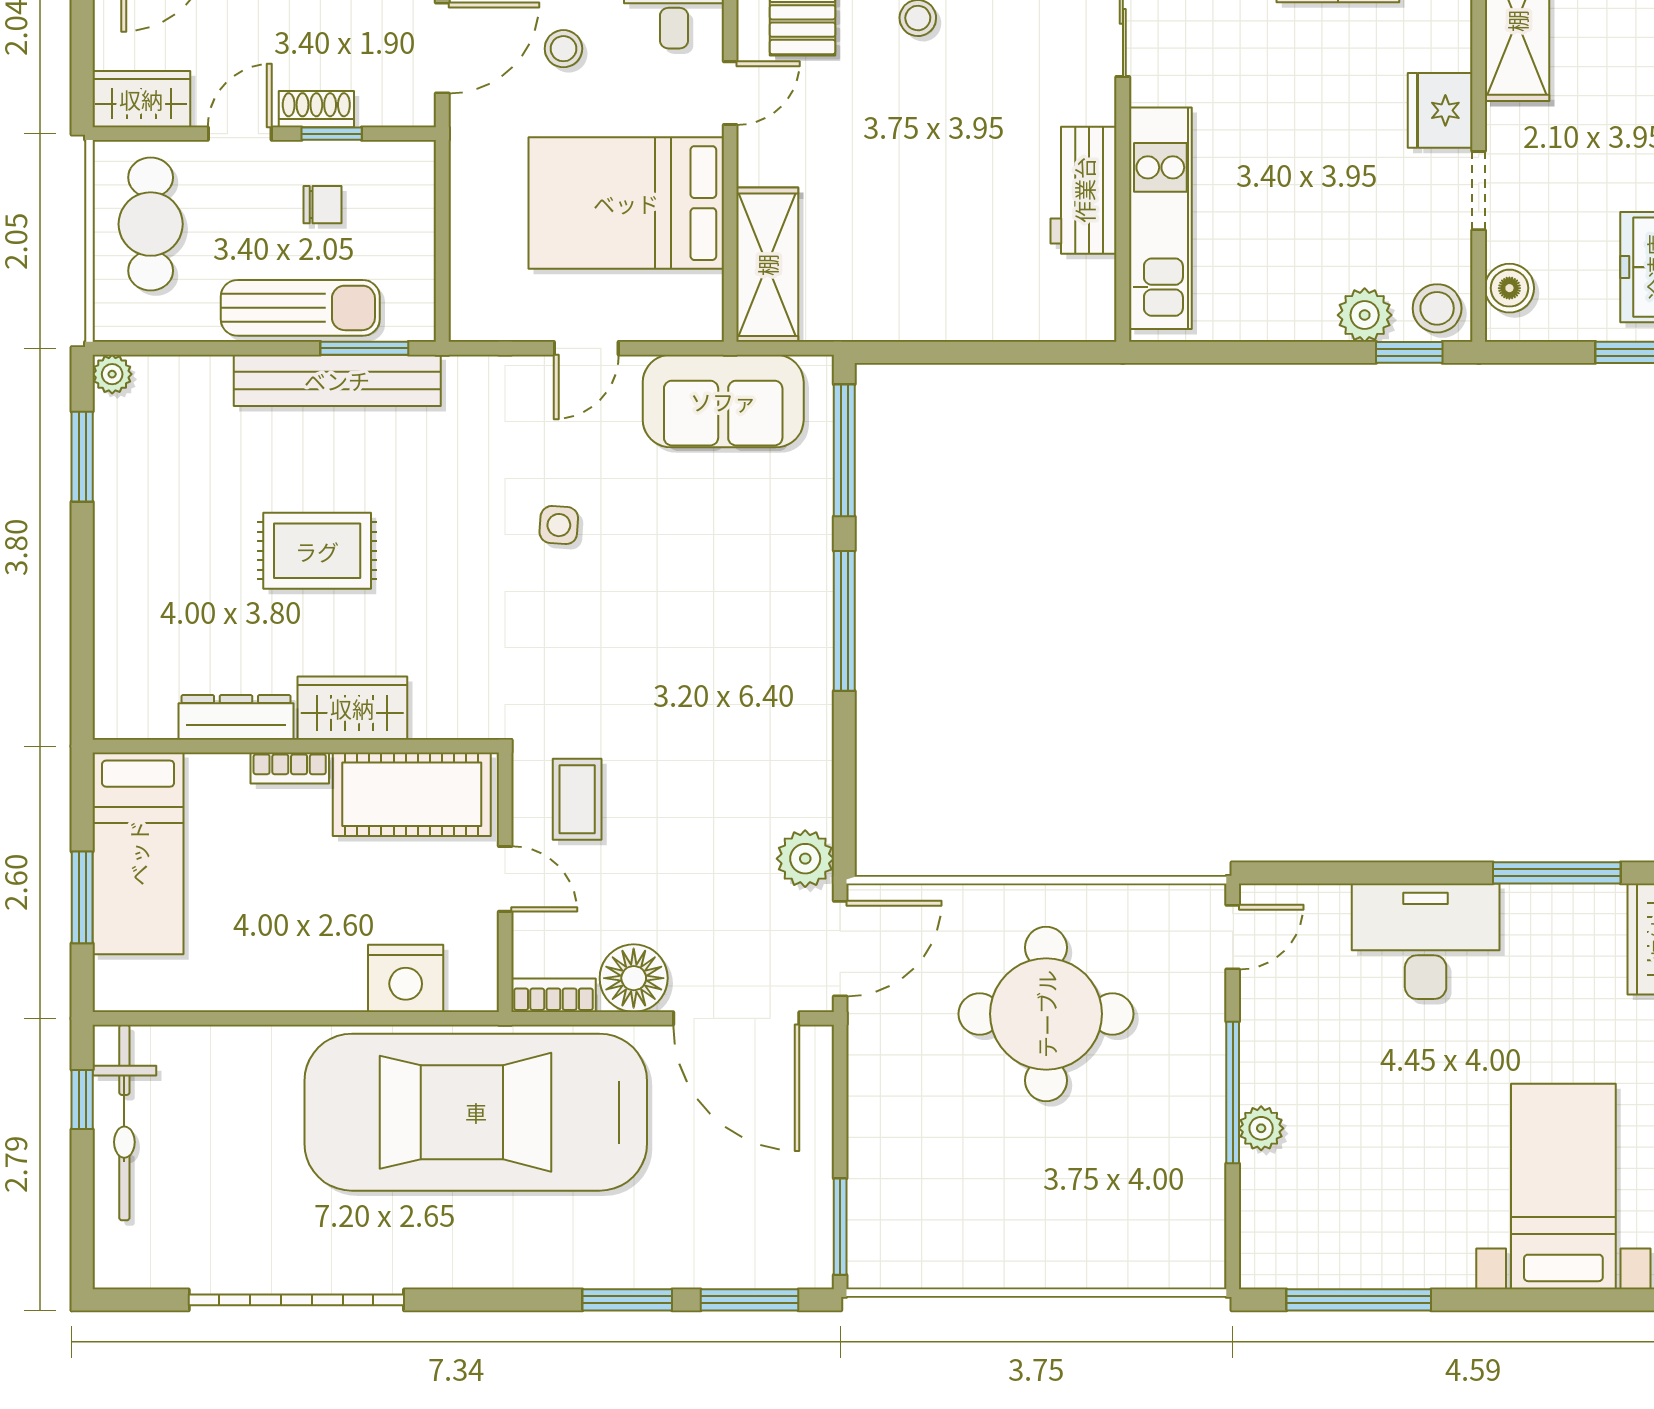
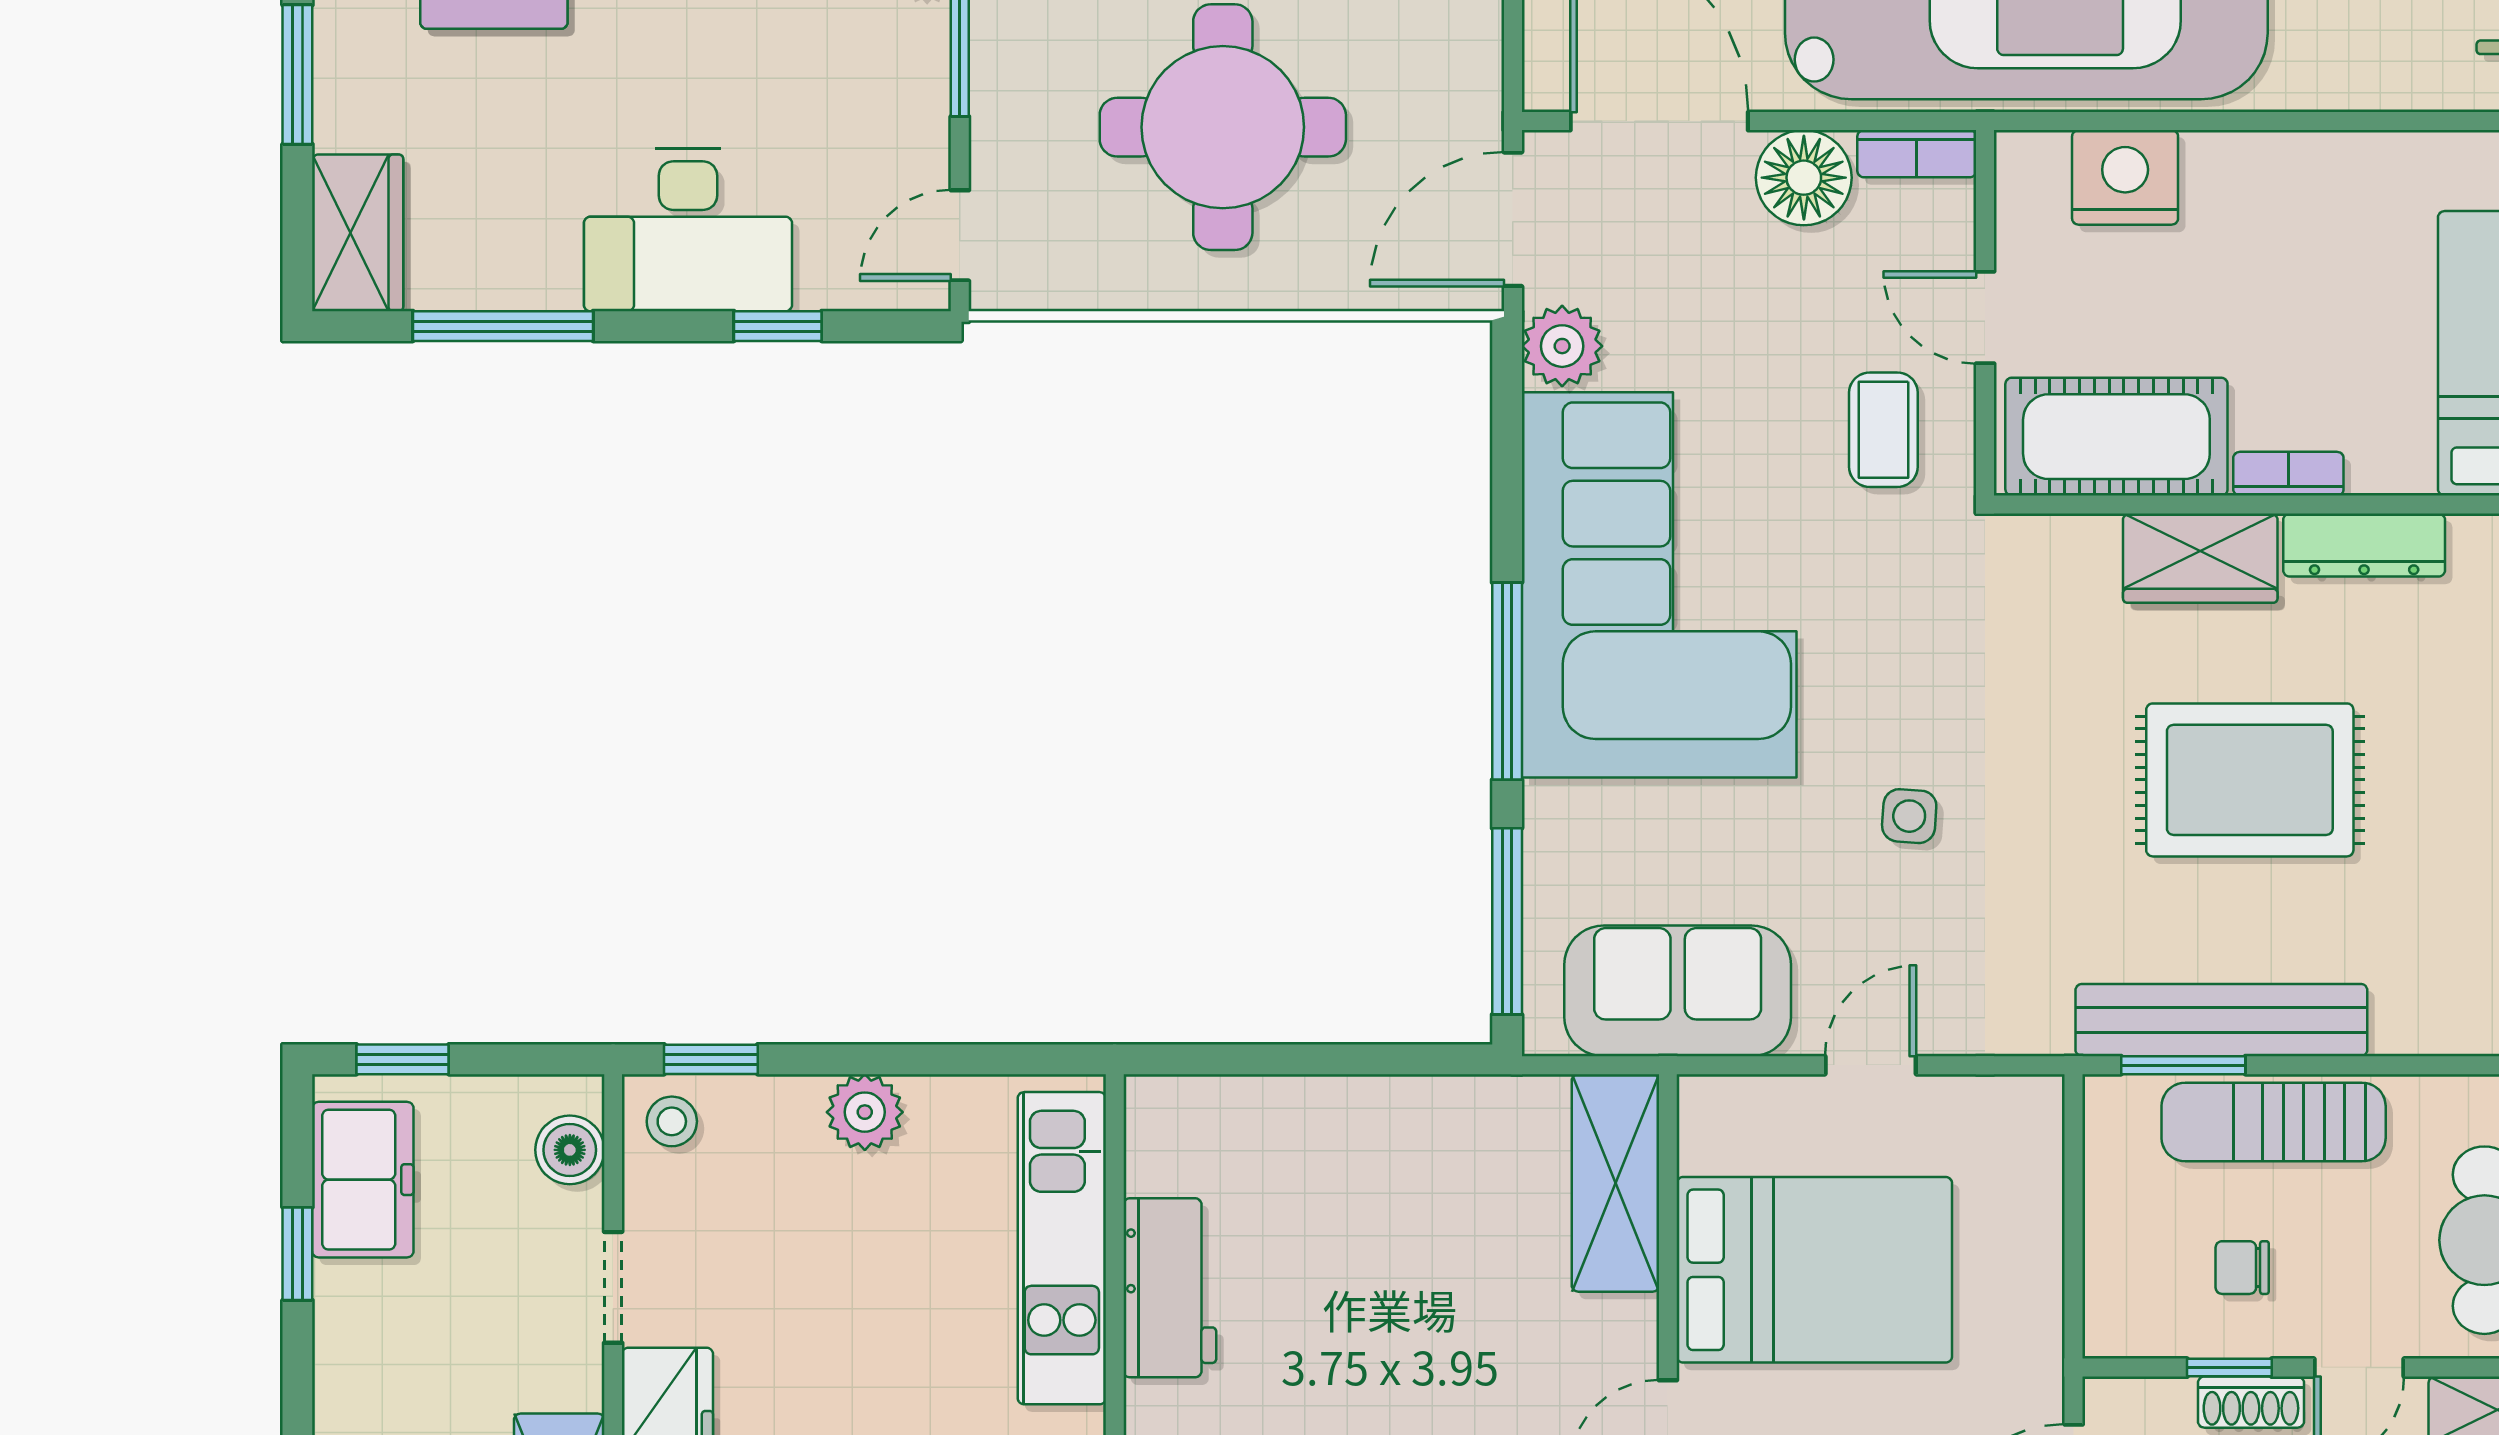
stool: (1437, 308) -> (672, 1121), width x0.73, depth x0.73
plant: (1365, 315) -> (865, 1112), moved
rug: (317, 551) -> (2250, 780), width x1.36, depth x1.43
corner sofa: (736, 689) -> (1659, 585), added
window: (1362, 873) -> (778, 326), added

